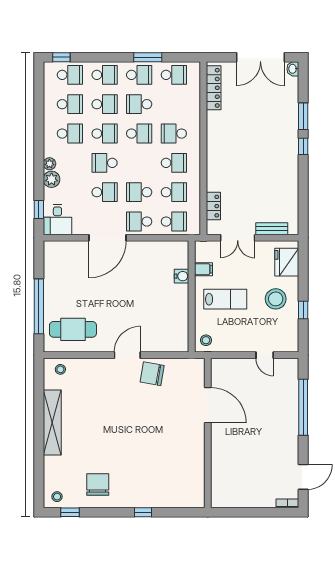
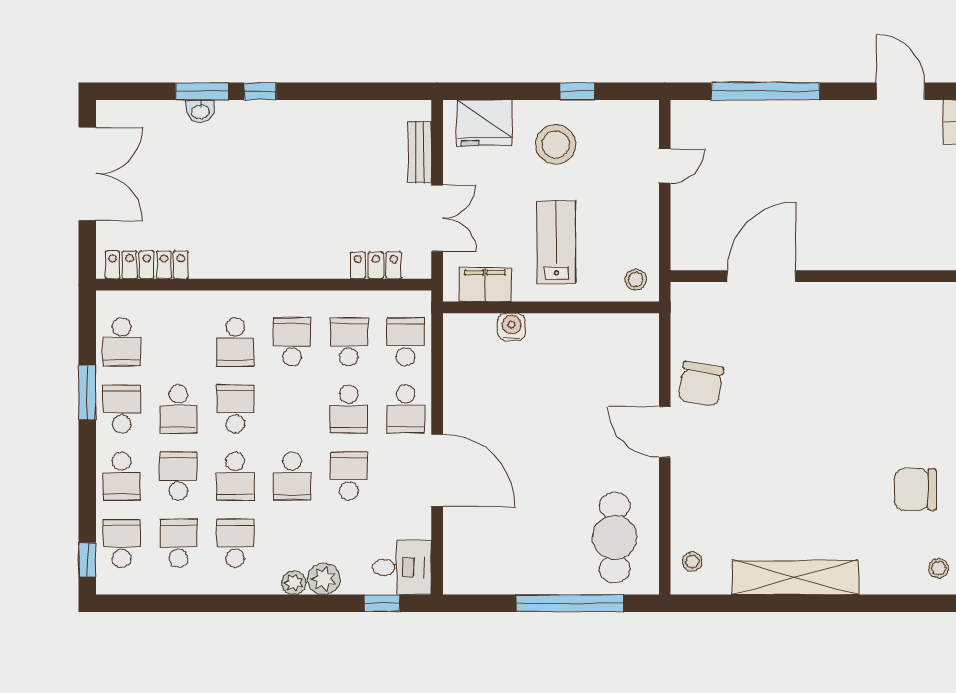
washbasin: (293, 69) -> (200, 111), moved
school desk: (105, 75) -> (122, 476), turned 180
school desk: (174, 75) -> (122, 342), turned 180
school desk: (105, 134) -> (235, 476), turned 180
filing cabinet: (203, 269) -> (485, 285), width x2.00

